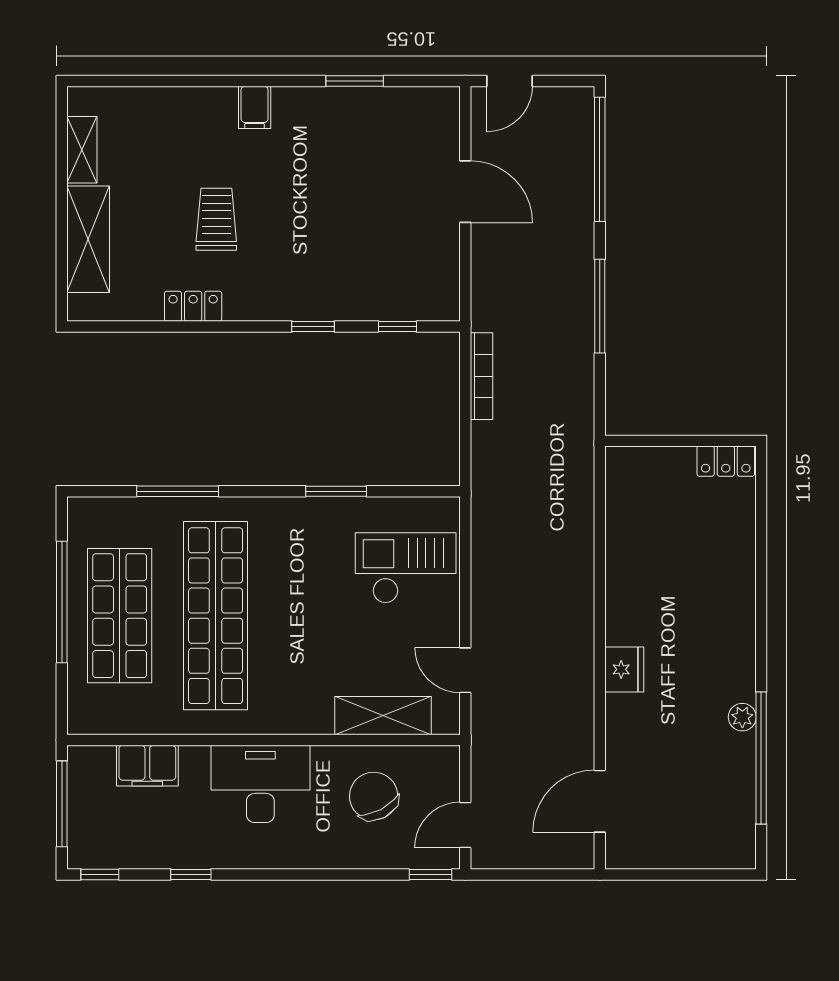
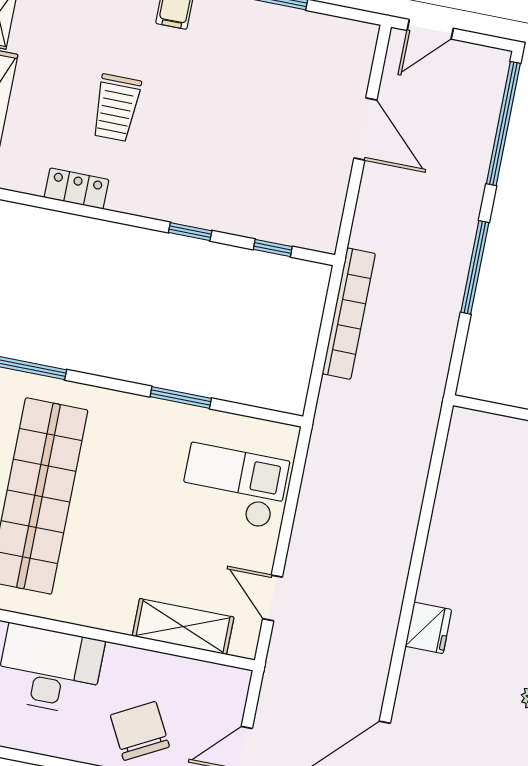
trolley: (216, 219) -> (116, 108), turned 180
bookcase: (481, 376) -> (349, 314), width x1.48, depth x1.31
chair: (374, 796) -> (140, 731), moved

